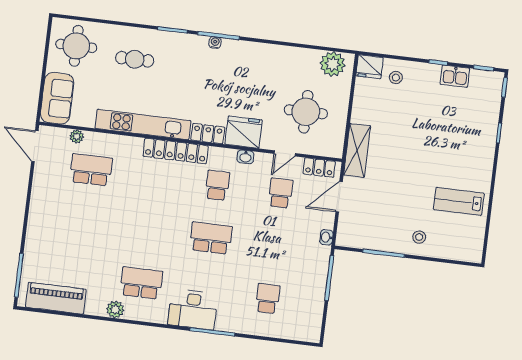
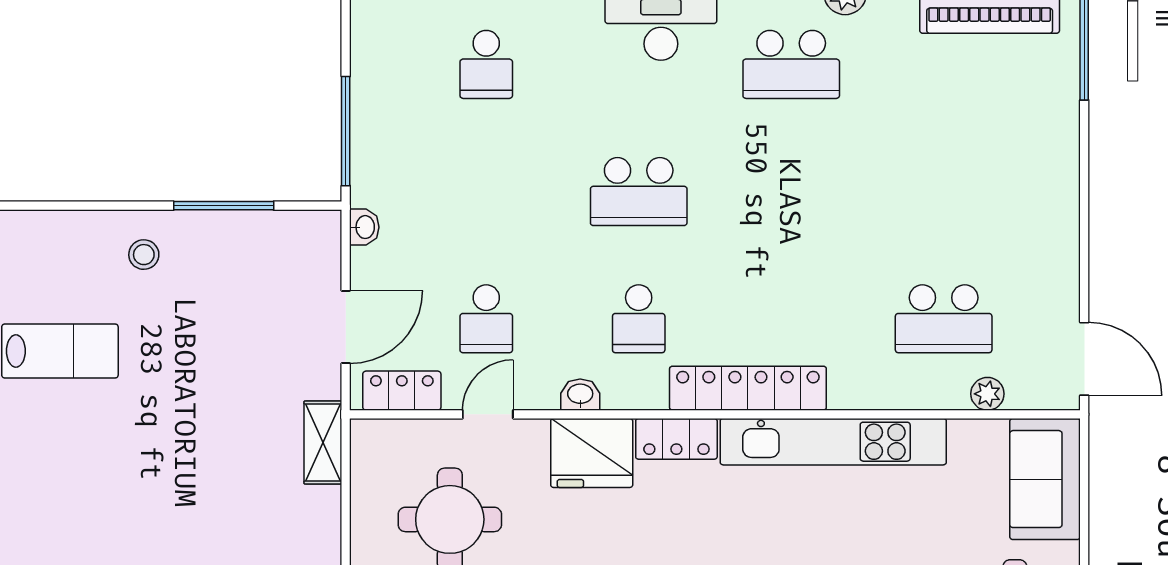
shelving: (357, 150) -> (323, 443), width x0.67, depth x0.75

